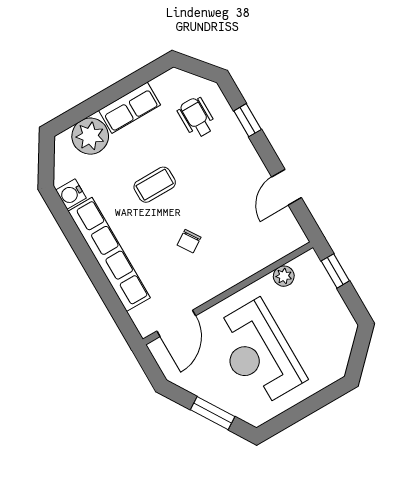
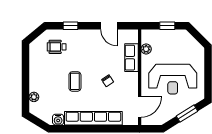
row of seats: (130, 108) -> (131, 58), moved, turned 180
plant: (90, 136) -> (34, 97), width x0.53, depth x0.53
window: (335, 271) -> (167, 26), moved
door: (176, 323) -> (140, 107), hinge flipped

